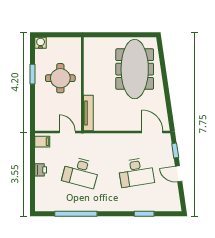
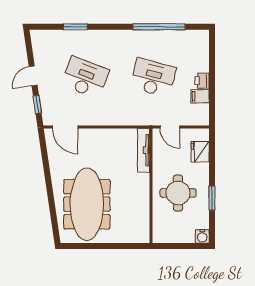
fridge: (42, 112) -> (200, 152), added
filing cabinet: (42, 142) -> (200, 96), moved
desk: (136, 172) -> (85, 78), turned 30
door: (179, 174) -> (33, 76), swing flipped

